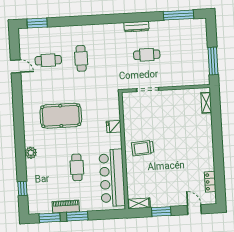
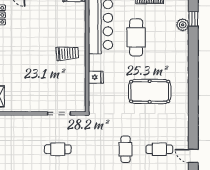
door: (16, 66) -> (193, 156), moved
plant: (31, 153) -> (183, 25), moved
cafe table: (77, 167) -> (136, 37), width x1.37, depth x1.35

